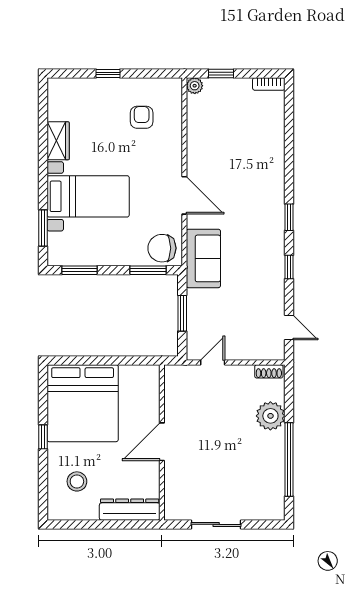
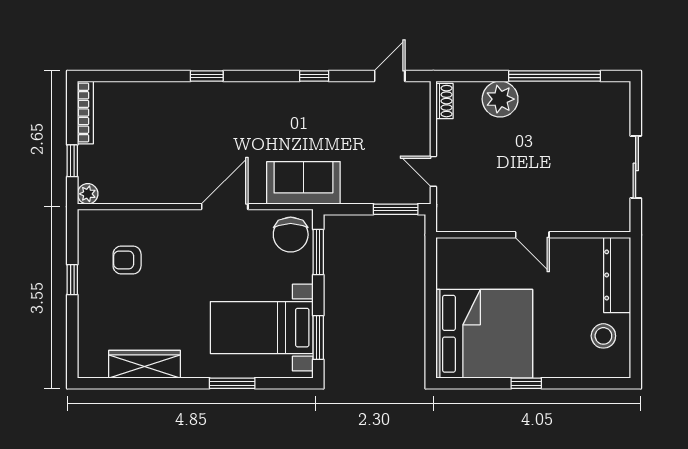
window: (108, 73) -> (72, 280), moved
bookcase: (269, 84) -> (85, 112), width x1.56
wardrobe: (58, 141) -> (145, 364), width x1.50
bed with nightstands: (88, 196) -> (262, 328), moved, turned -90
window: (289, 217) -> (207, 76), moved
window: (43, 228) -> (232, 383), moved
window: (182, 313) -> (396, 209), moved
door: (162, 442) -> (532, 235), width x0.73
stool: (77, 481) -> (603, 336), moved

